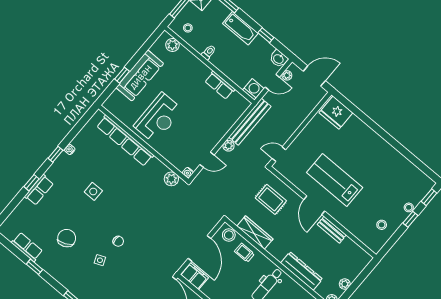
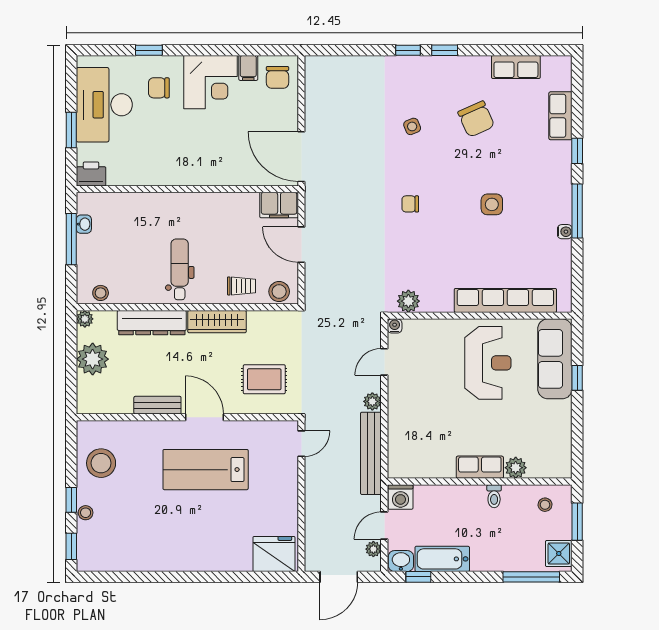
bathtub: (240, 28) -> (442, 559), moved
window: (266, 35) -> (418, 577), moved
plant: (172, 45) -> (516, 468), moved
sofa: (140, 76) -> (555, 359), moved
row of seats: (220, 85) -> (480, 467), moved
reception desk: (158, 118) -> (488, 363), turned 180
window: (55, 154) -> (577, 211), width x2.17
lab bench: (335, 180) -> (206, 470), turned 180
row of seats: (39, 190) -> (560, 116), moved
stool: (382, 225) -> (101, 463), width x1.89, depth x1.89
wardrobe: (255, 233) -> (217, 322), moved
chair: (118, 241) -> (410, 204), moved
door: (200, 248) -> (301, 245), width x0.73
window: (35, 267) -> (445, 50), moved
plant: (345, 284) -> (93, 359), width x1.88, depth x1.88

